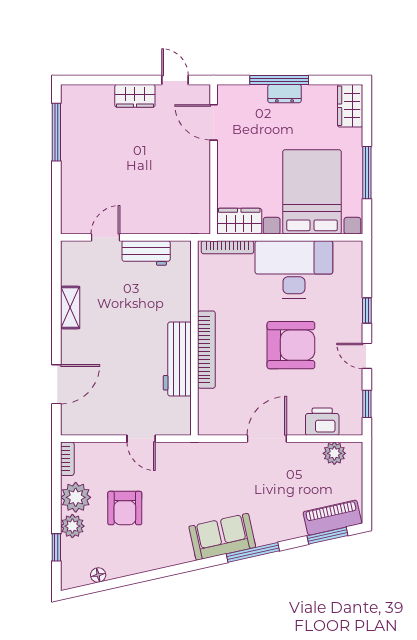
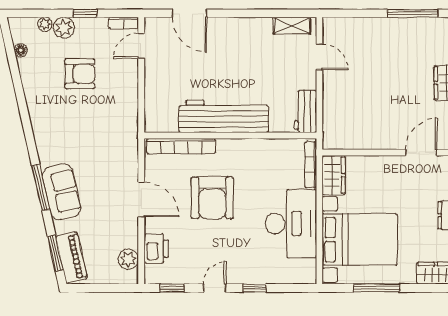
workbench: (146, 253) -> (306, 111), moved
shelving: (70, 307) -> (292, 26), moved
armchair: (291, 345) -> (212, 198), moved
bookcase: (206, 350) -> (181, 146), moved
workbench: (177, 359) -> (224, 116), width x1.36, depth x1.32
door: (141, 439) -> (141, 46), moved
plant: (76, 497) -> (45, 24), moved, width x0.53, depth x0.53
armchair: (125, 508) -> (80, 74), turned 180
sofa: (222, 537) -> (62, 192), moved
window: (56, 547) -> (85, 13), moved

